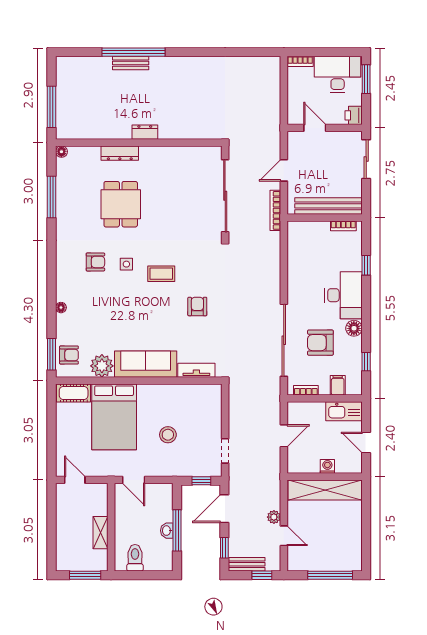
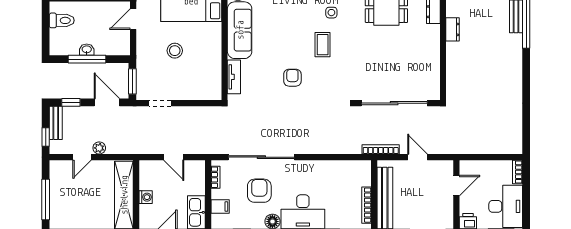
bookcase: (343, 226) -> (366, 205), width x1.56
armchair: (197, 307) -> (292, 78), turned -90
window: (201, 481) -> (132, 81), width x1.50

